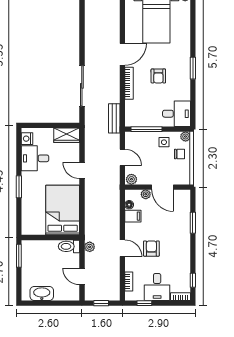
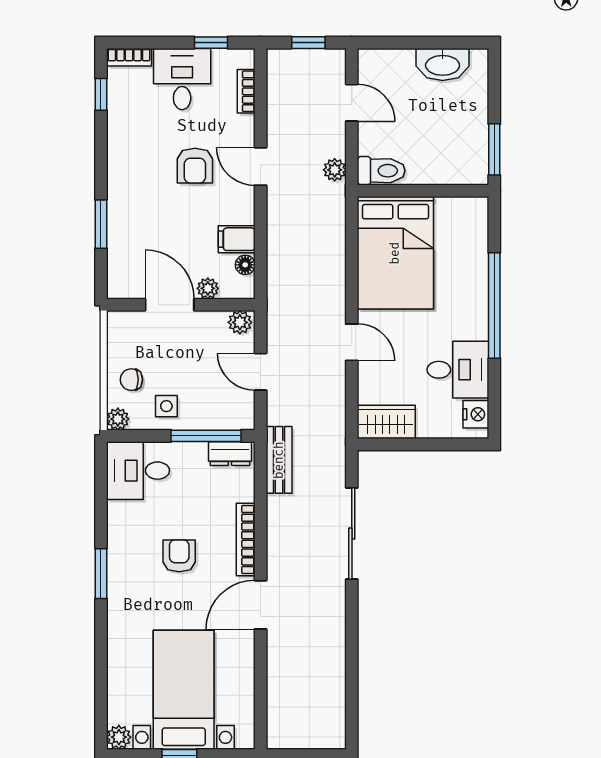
dresser: (136, 121) -> (230, 454), added
window: (19, 187) -> (494, 305), width x2.11

